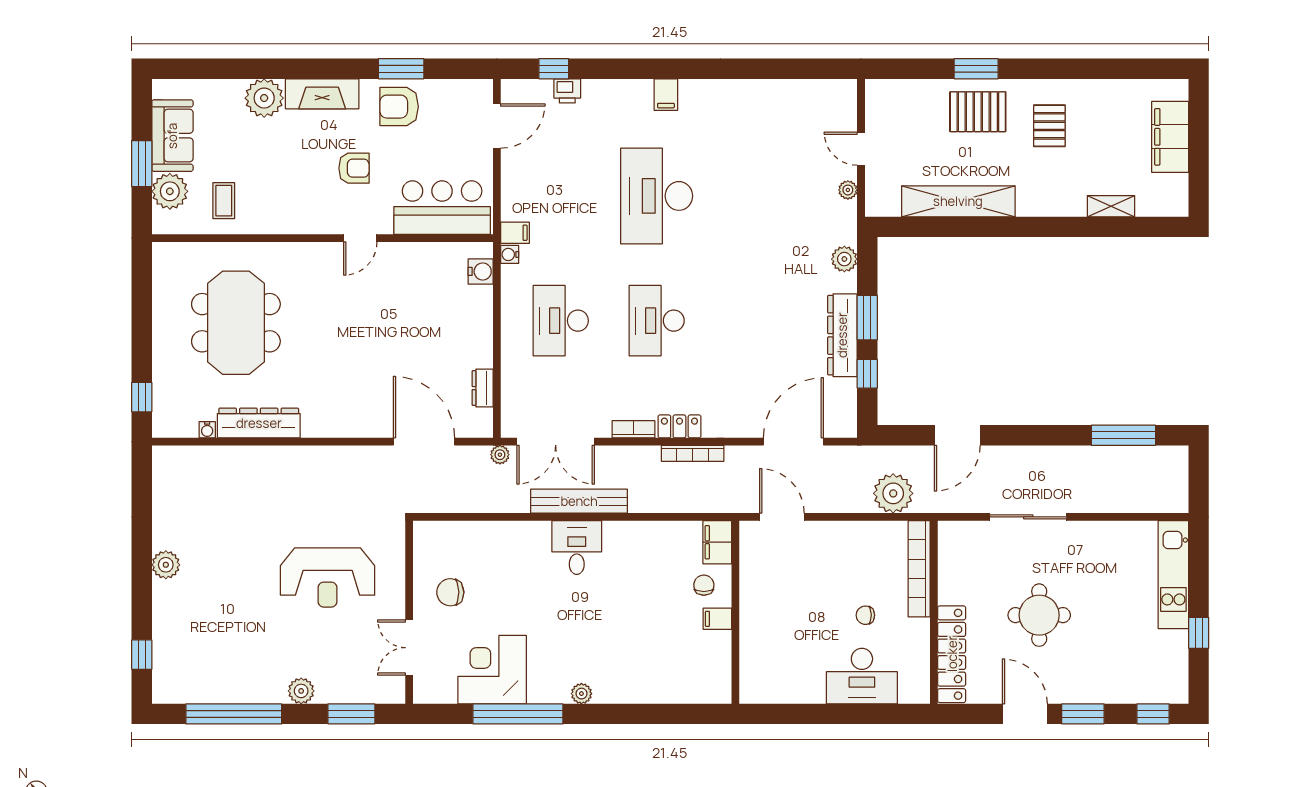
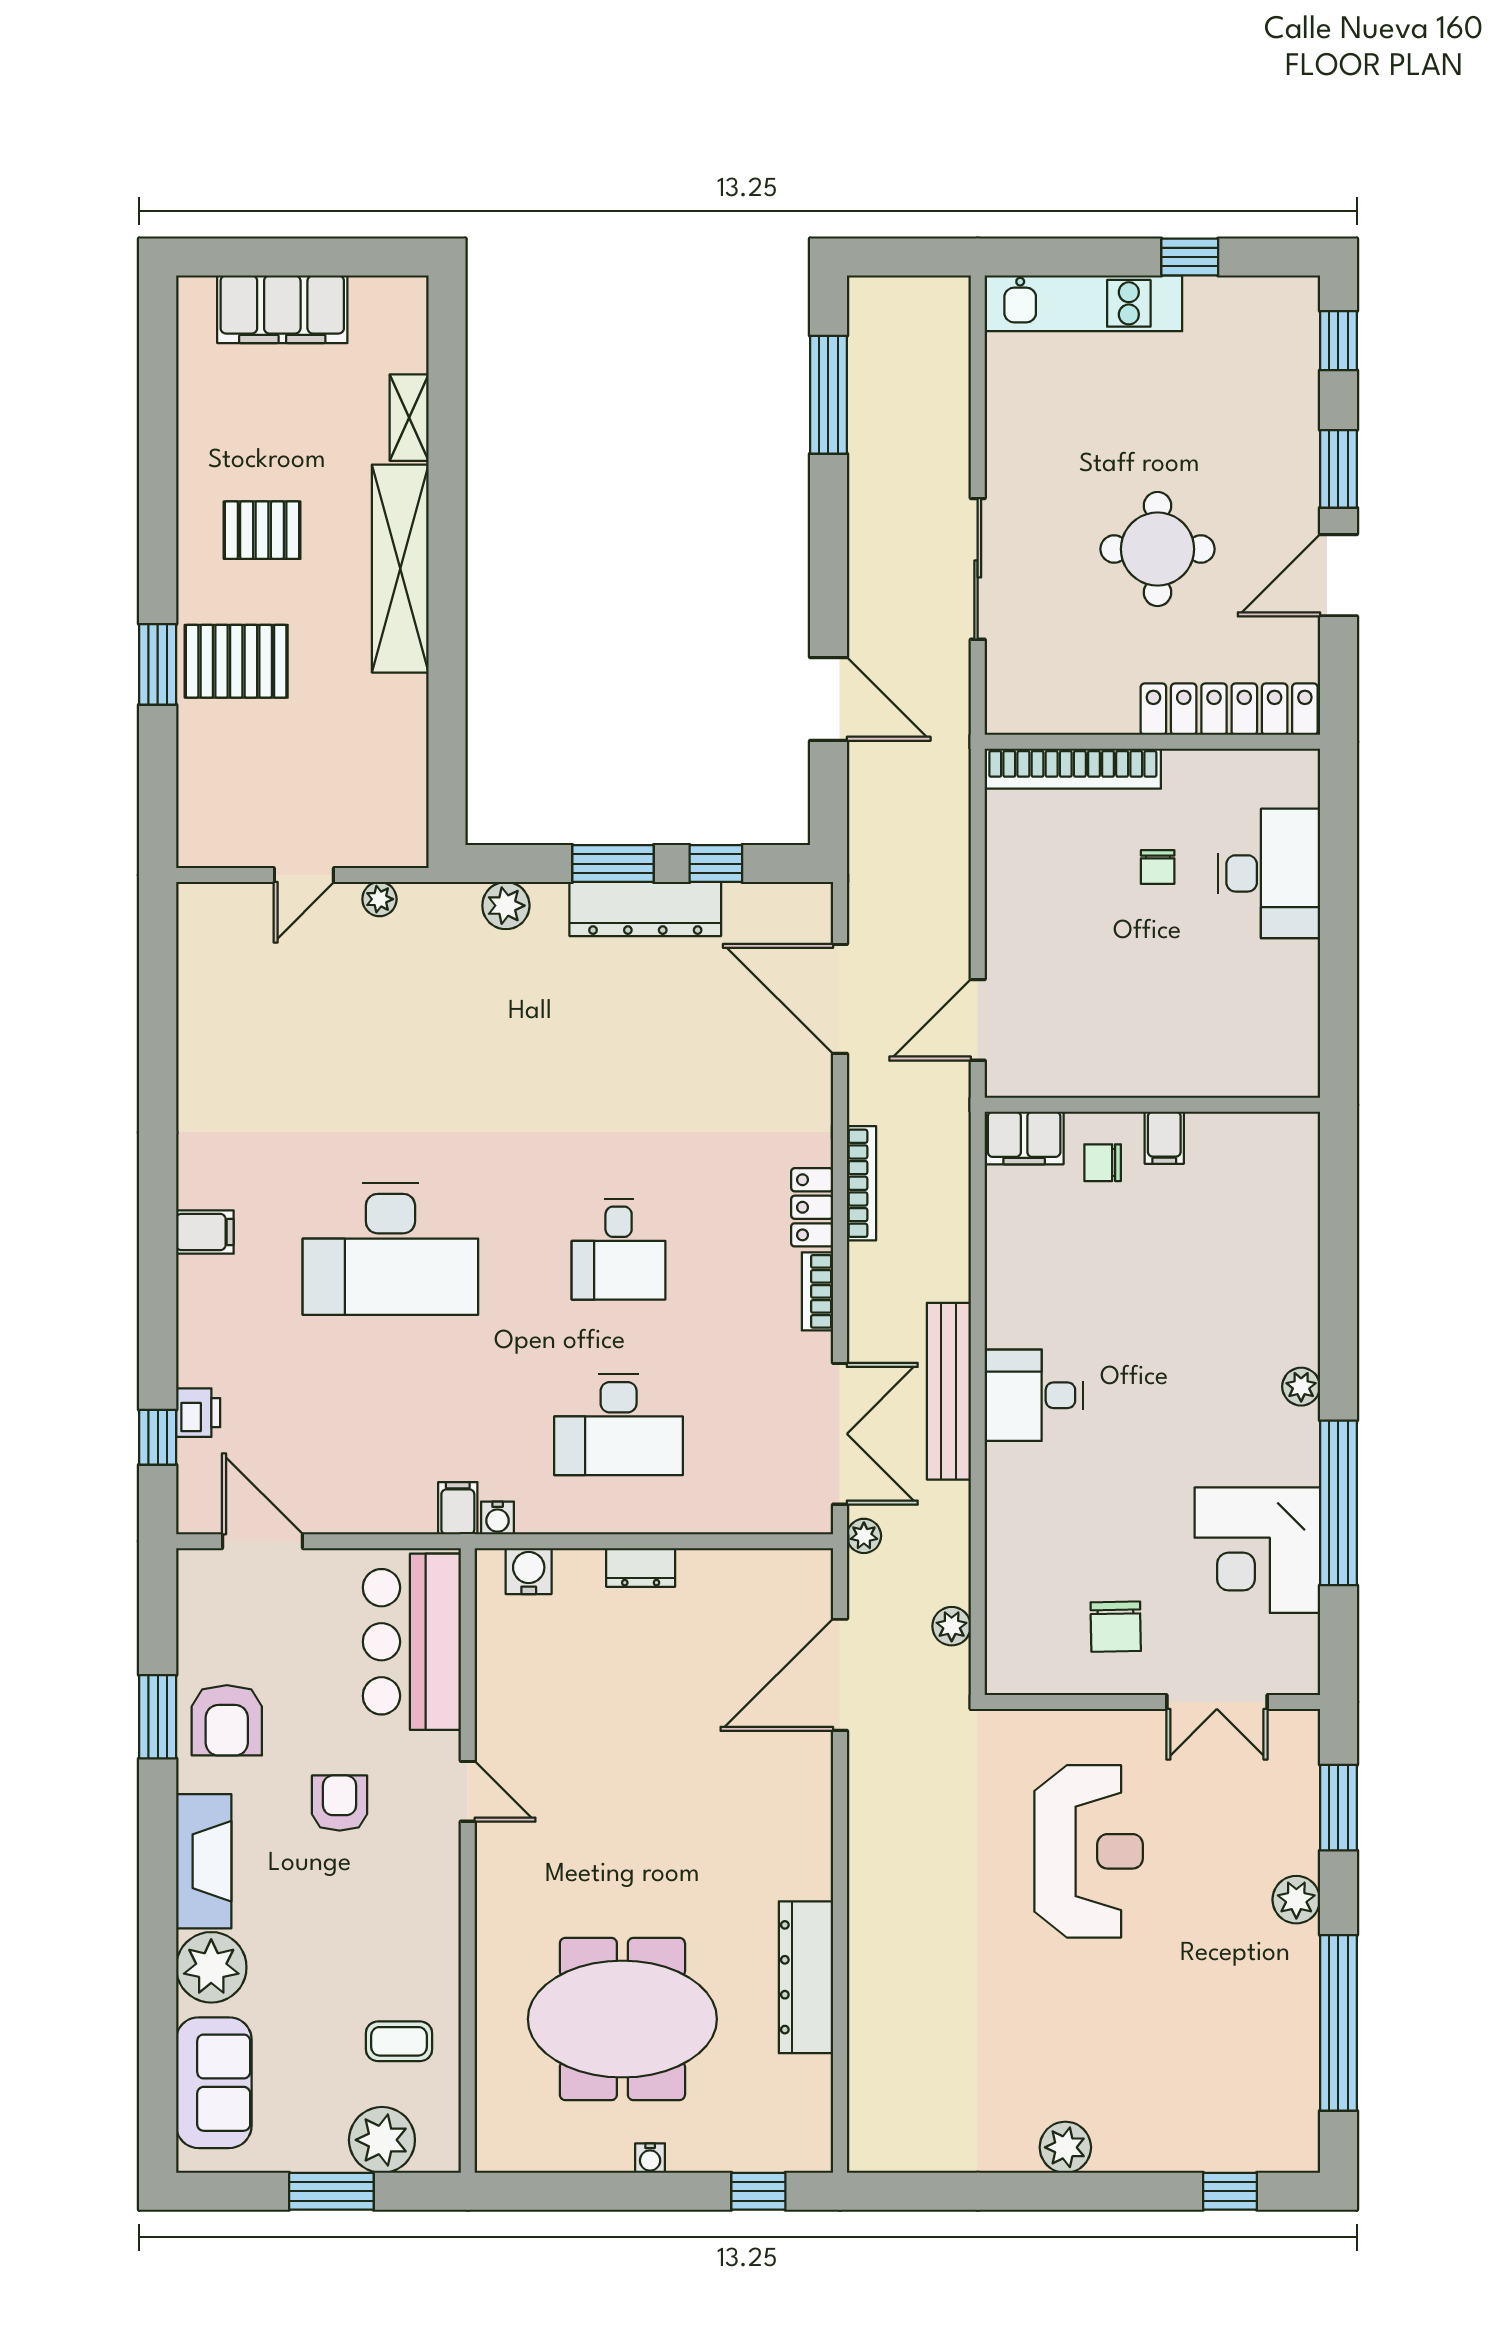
pallet: (978, 112) -> (236, 661), turned 90
sofa: (172, 136) -> (214, 2083), moved, turned 90
shelving: (958, 201) -> (400, 569), moved
desk: (657, 321) -> (619, 1249), width x0.73
dresser: (483, 388) -> (641, 1568), moved
water cooler: (207, 430) -> (650, 2158), moved, turned 90
plant: (893, 493) -> (952, 1626), moved, width x0.53, depth x0.53

